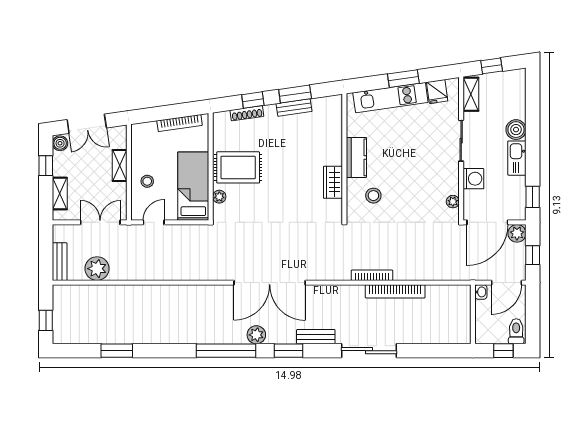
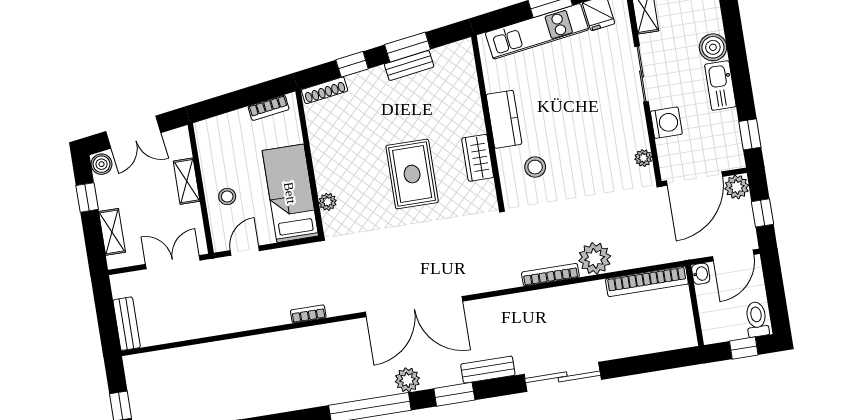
shoe rack: (247, 113) -> (325, 90), moved
bookcase: (180, 123) -> (269, 108), width x0.64
rug: (238, 167) -> (412, 174), moved, turned 90
plant: (97, 269) -> (595, 258), moved
bookcase: (192, 276) -> (308, 314), added
bookcase: (395, 291) -> (647, 281), moved

